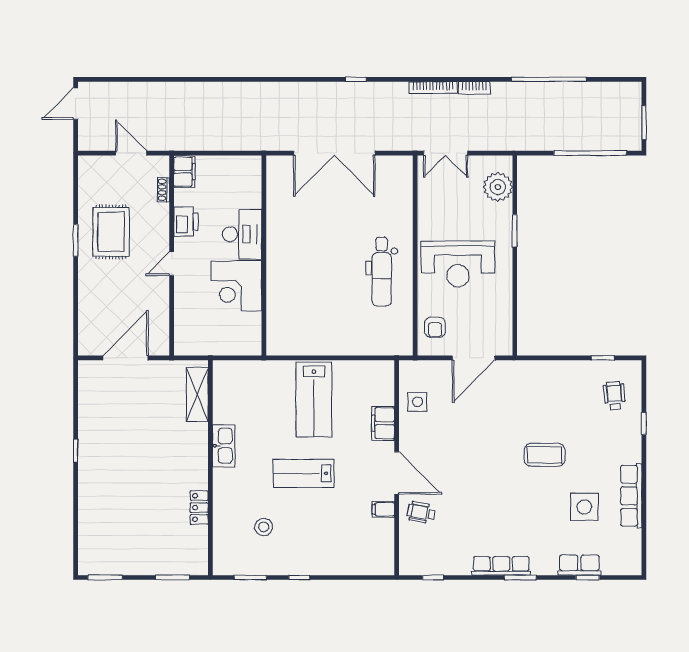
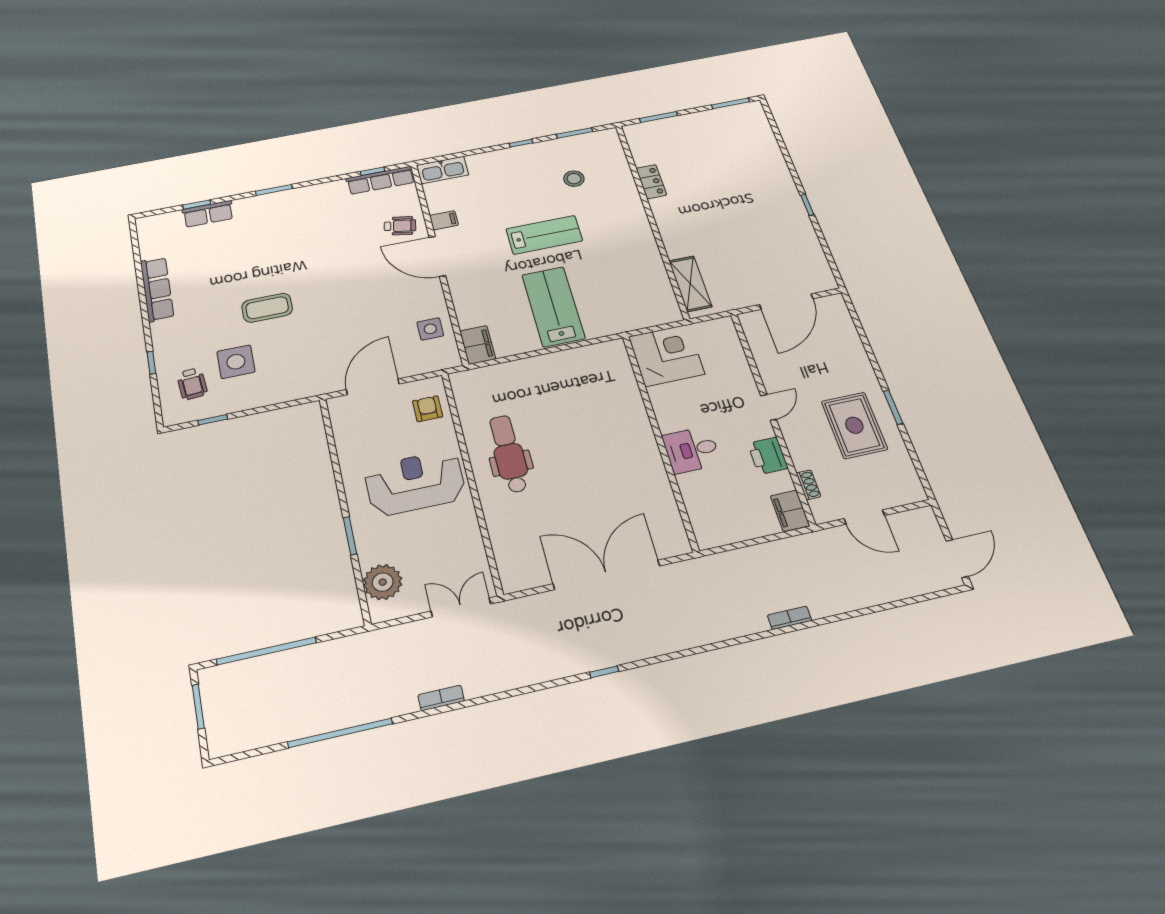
bookcase: (433, 88) -> (789, 618), moved, width x0.64
desk: (242, 234) -> (691, 450), width x0.73
corner desk: (236, 286) -> (667, 355), moved
filing cabinet: (383, 423) -> (478, 345), moved
kitchen sink: (224, 446) -> (443, 170), moved, turned -90
side table: (584, 507) -> (236, 362), moved
row of seats: (501, 566) -> (381, 180), moved

